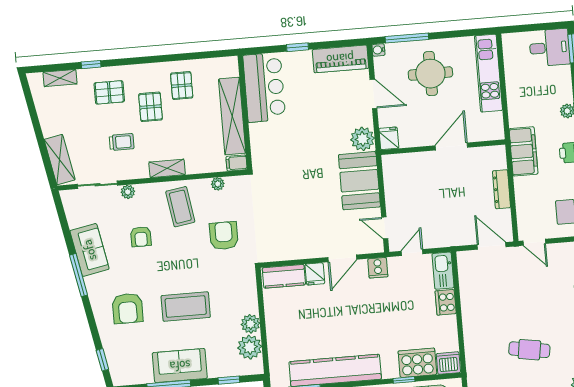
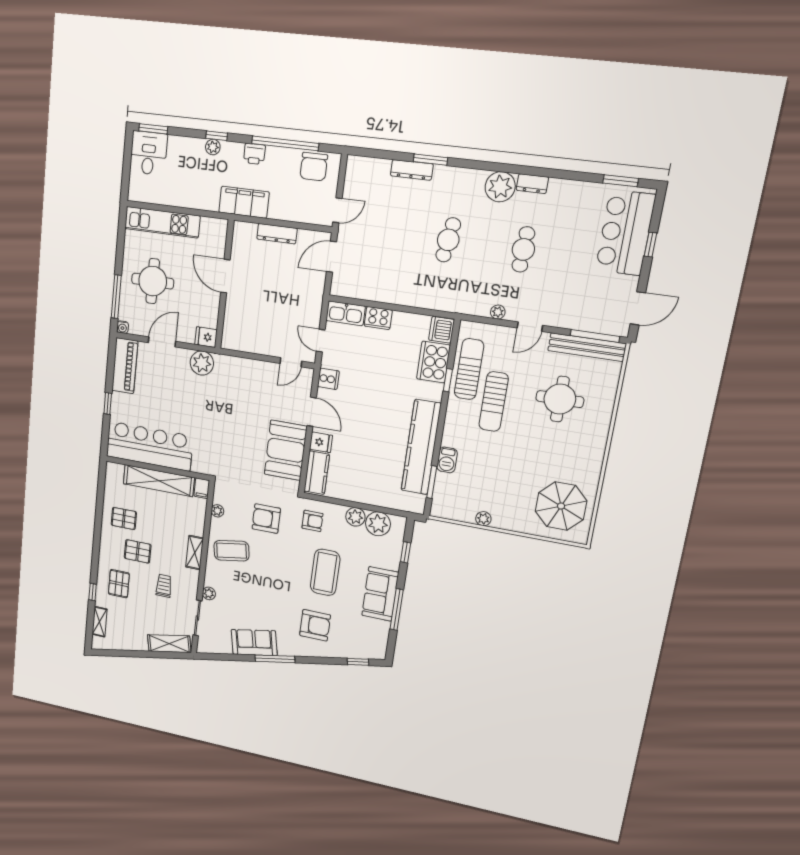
bar counter: (264, 87) -> (149, 446), width x1.36
booth: (359, 181) -> (286, 450), moved, turned 90
armchair: (141, 237) -> (312, 521), moved

